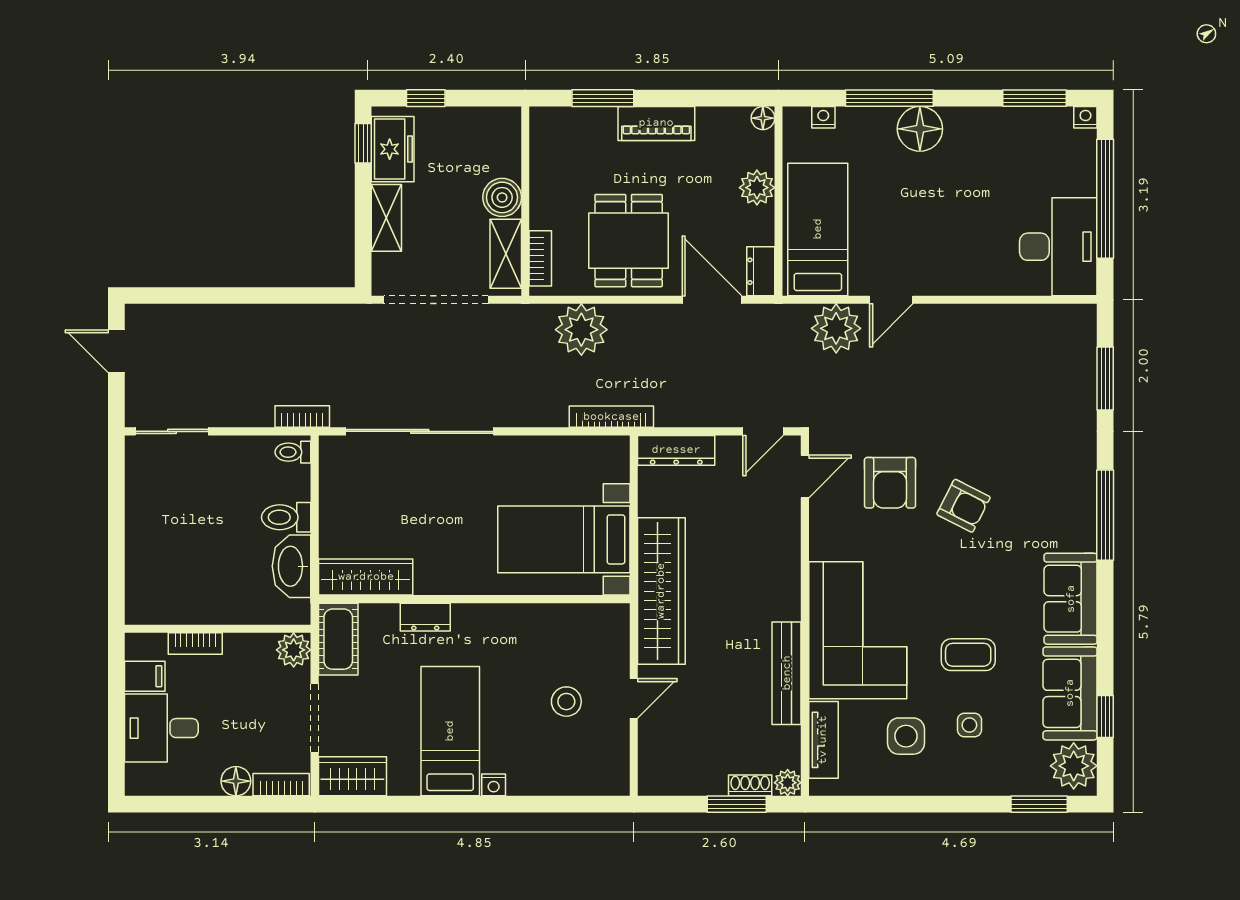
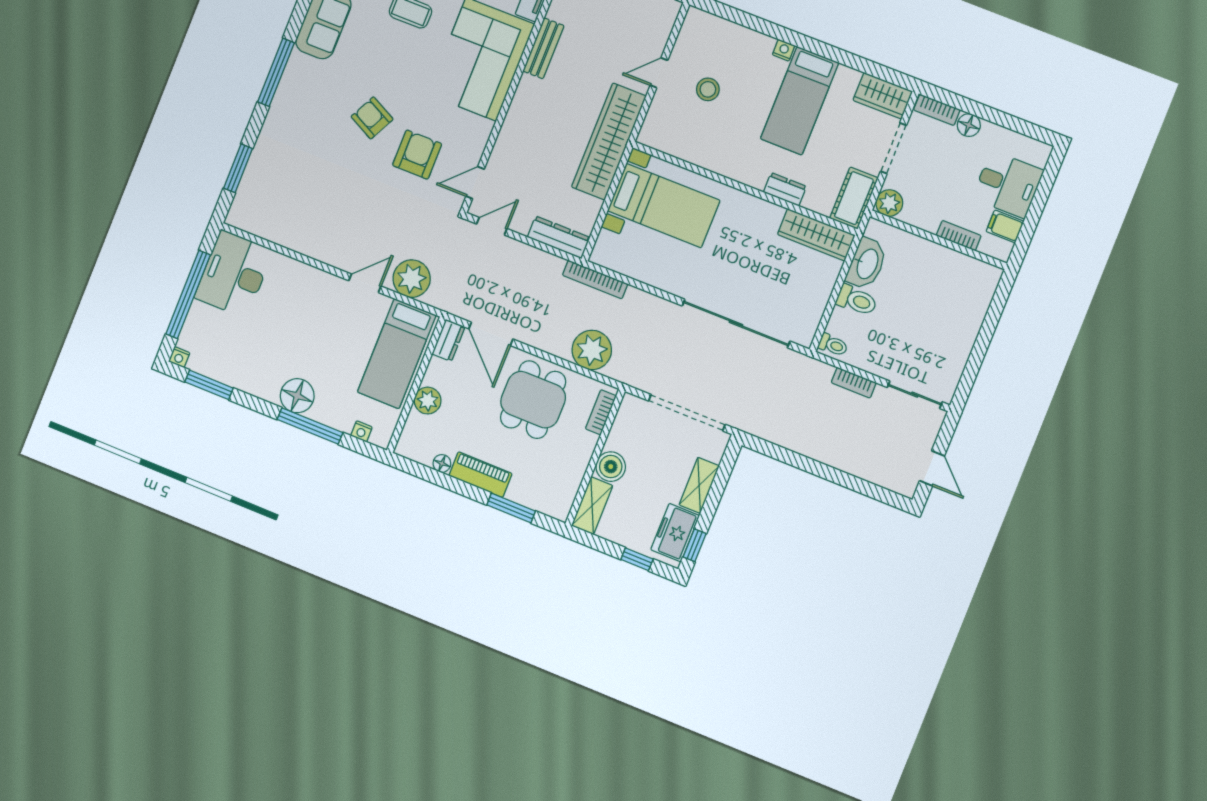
floor lamp: (763, 118) -> (442, 463), moved
shelving: (506, 254) -> (592, 506), moved
bookcase: (302, 417) -> (854, 383), moved
bench: (787, 673) -> (543, 48), width x0.73

